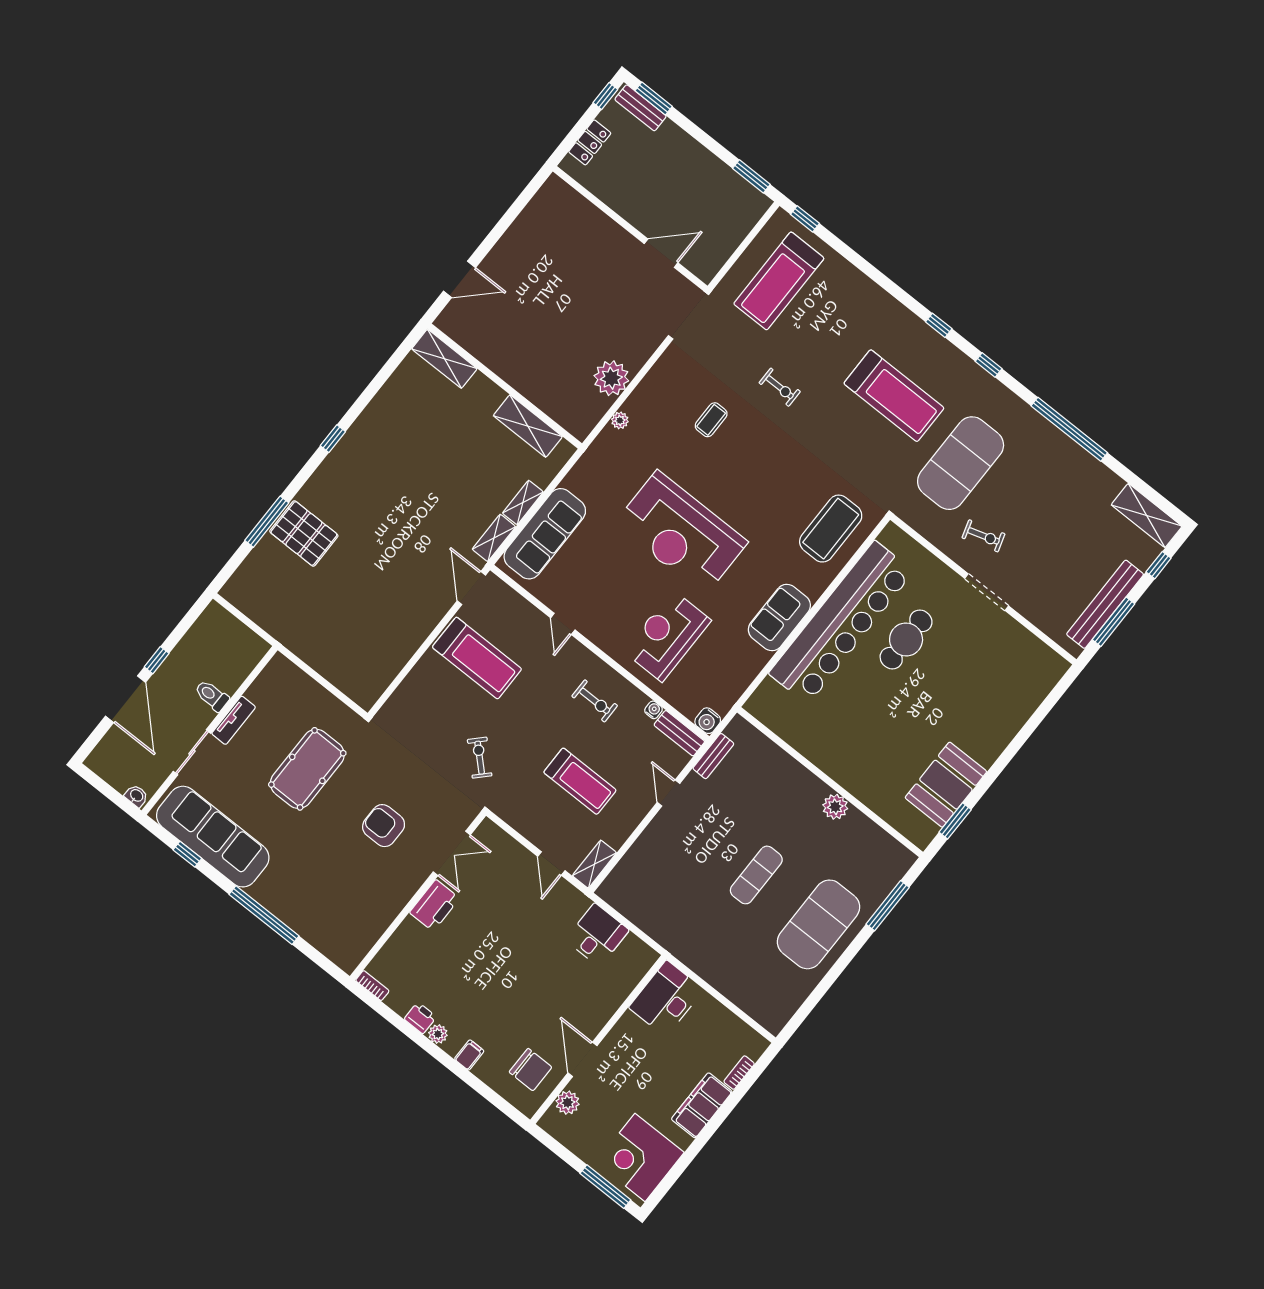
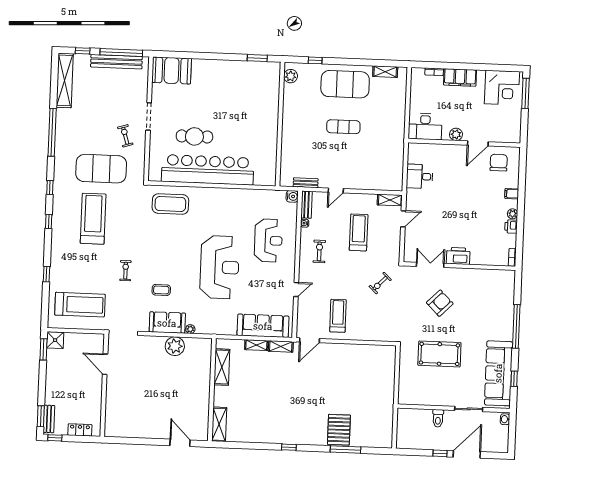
shower: (753, 204) -> (55, 340), added
window: (805, 219) -> (46, 274), moved
shelving: (1147, 516) -> (65, 80), width x1.47
sofa: (779, 617) -> (167, 323), moved, turned 180
window: (1113, 622) -> (121, 53), width x1.46
reception desk: (667, 636) -> (268, 241), turned -90
treadmill: (477, 658) -> (338, 316), width x0.73, depth x0.73
tv unit: (234, 720) -> (442, 401), removed
booth: (946, 785) -> (172, 70), moved
plant: (835, 807) -> (291, 76), moved
armchair: (384, 826) -> (440, 303), turned -135
window: (888, 906) -> (315, 60), width x0.46
shelving: (793, 999) -> (385, 72), added
plant: (568, 1103) -> (456, 134), moved

